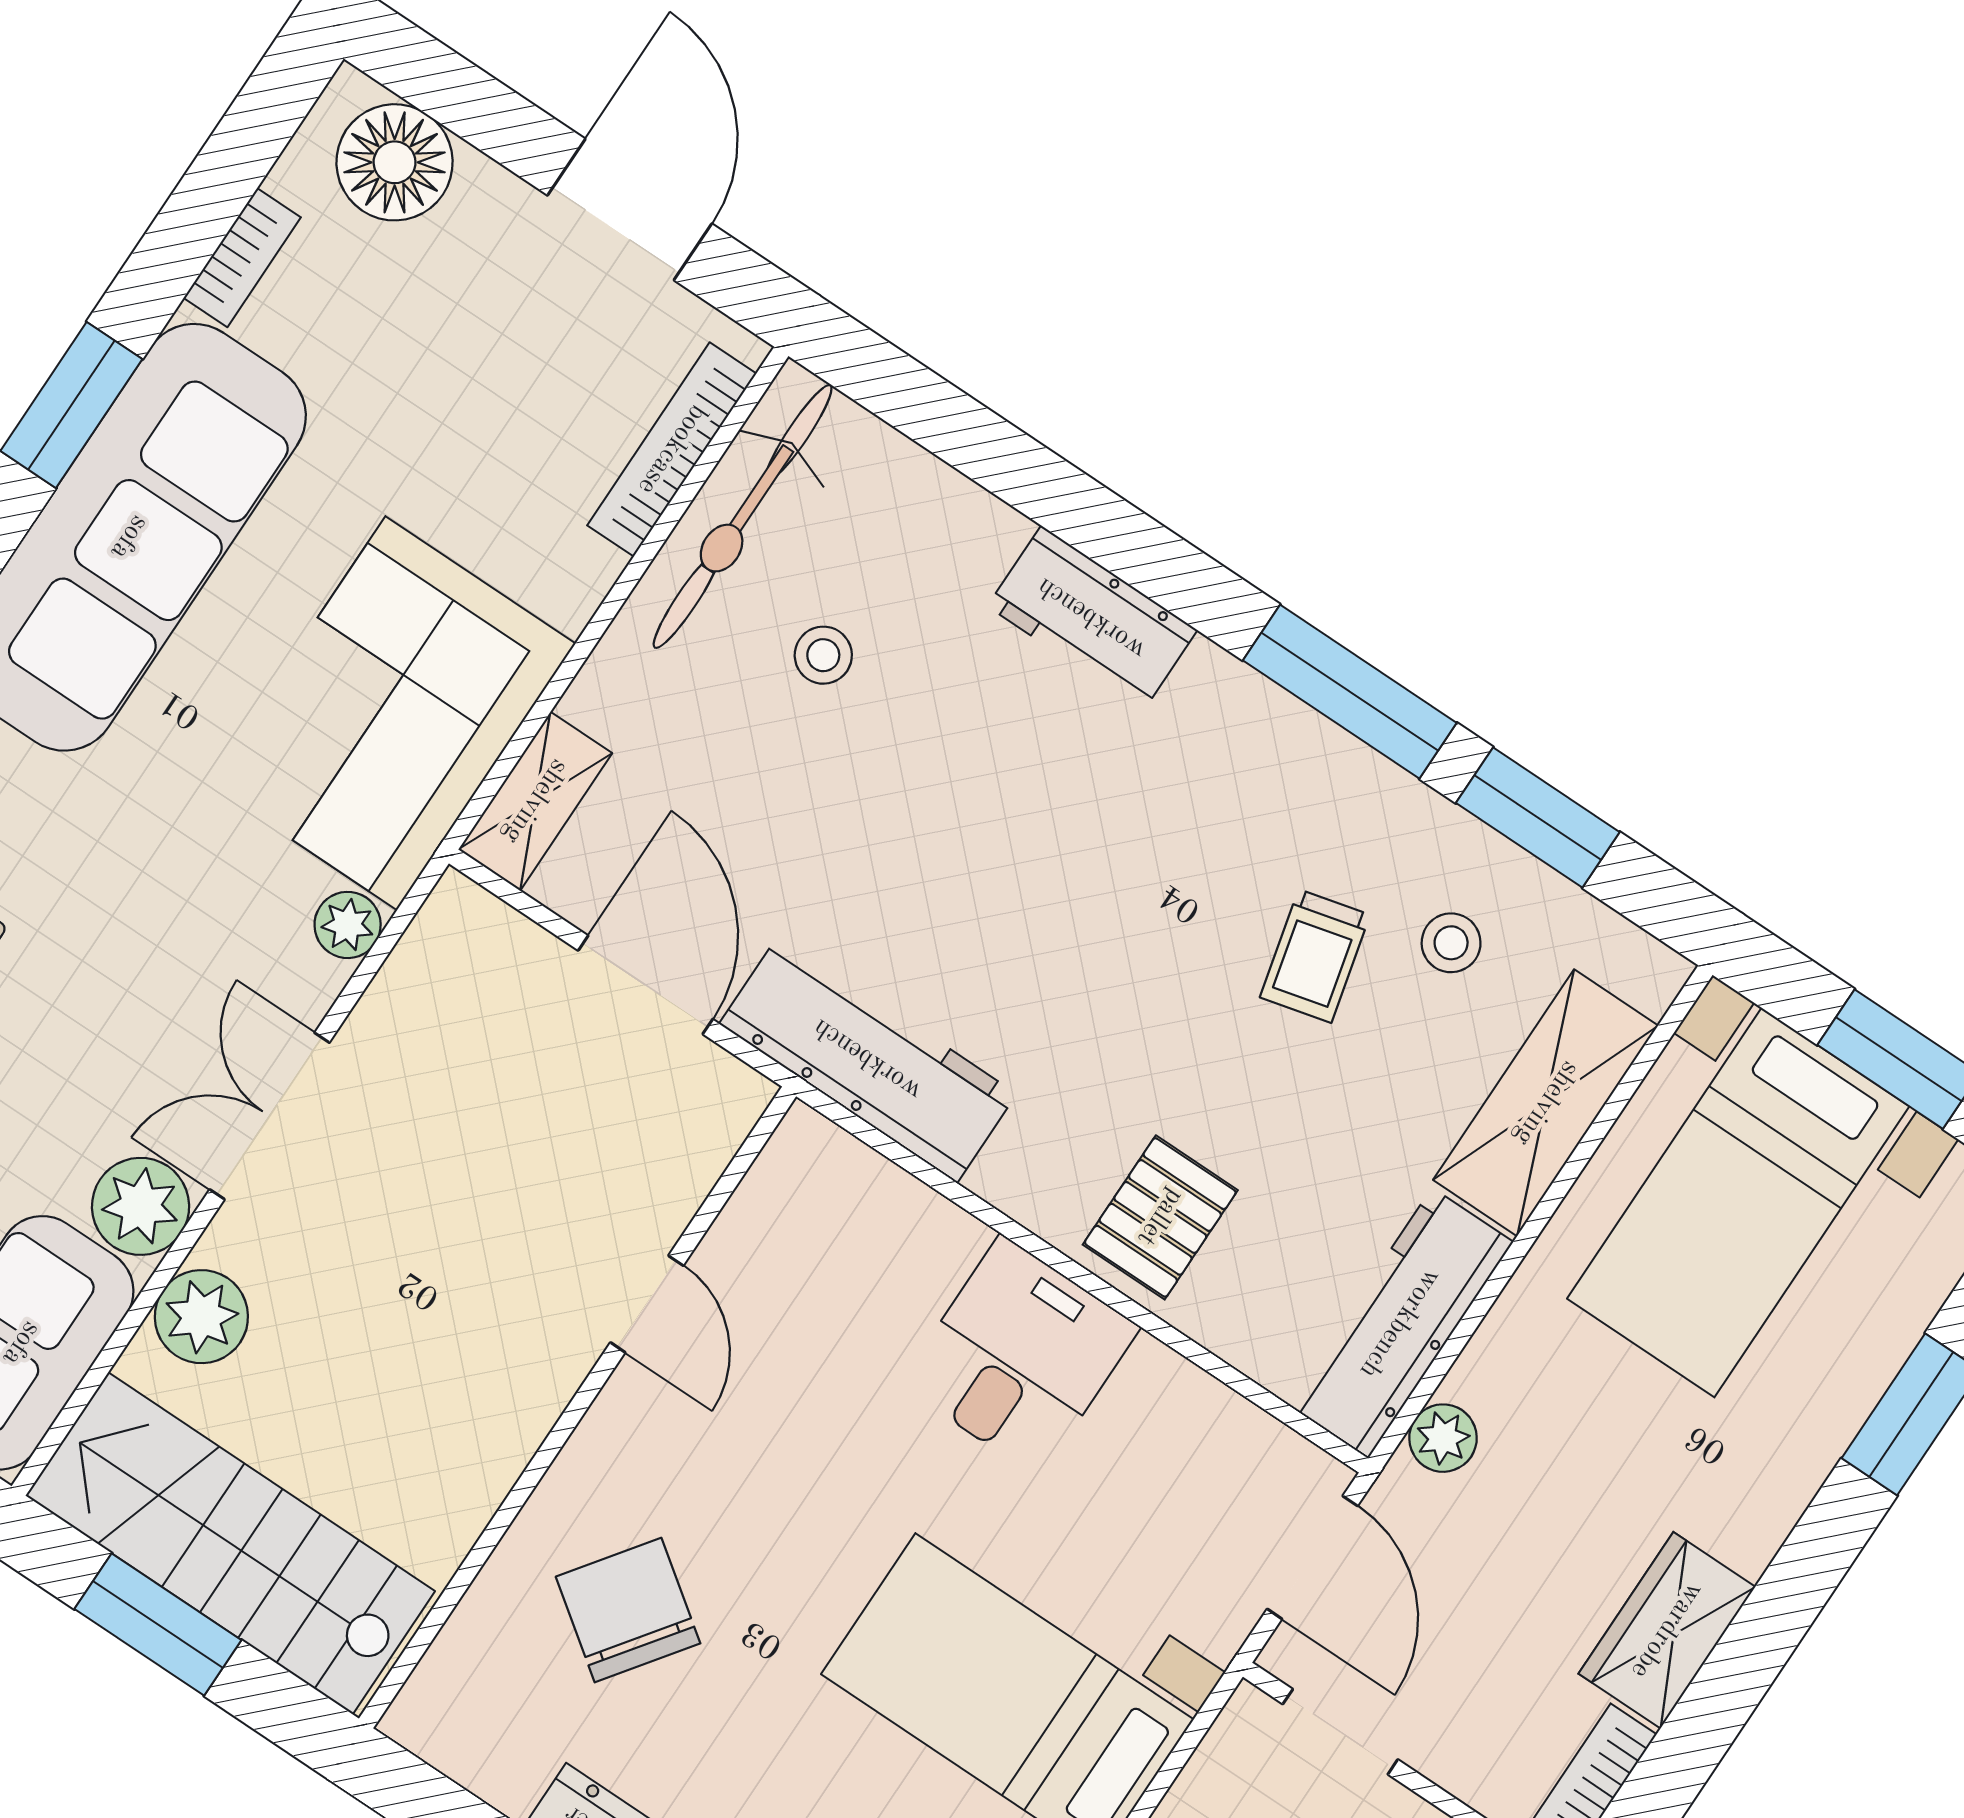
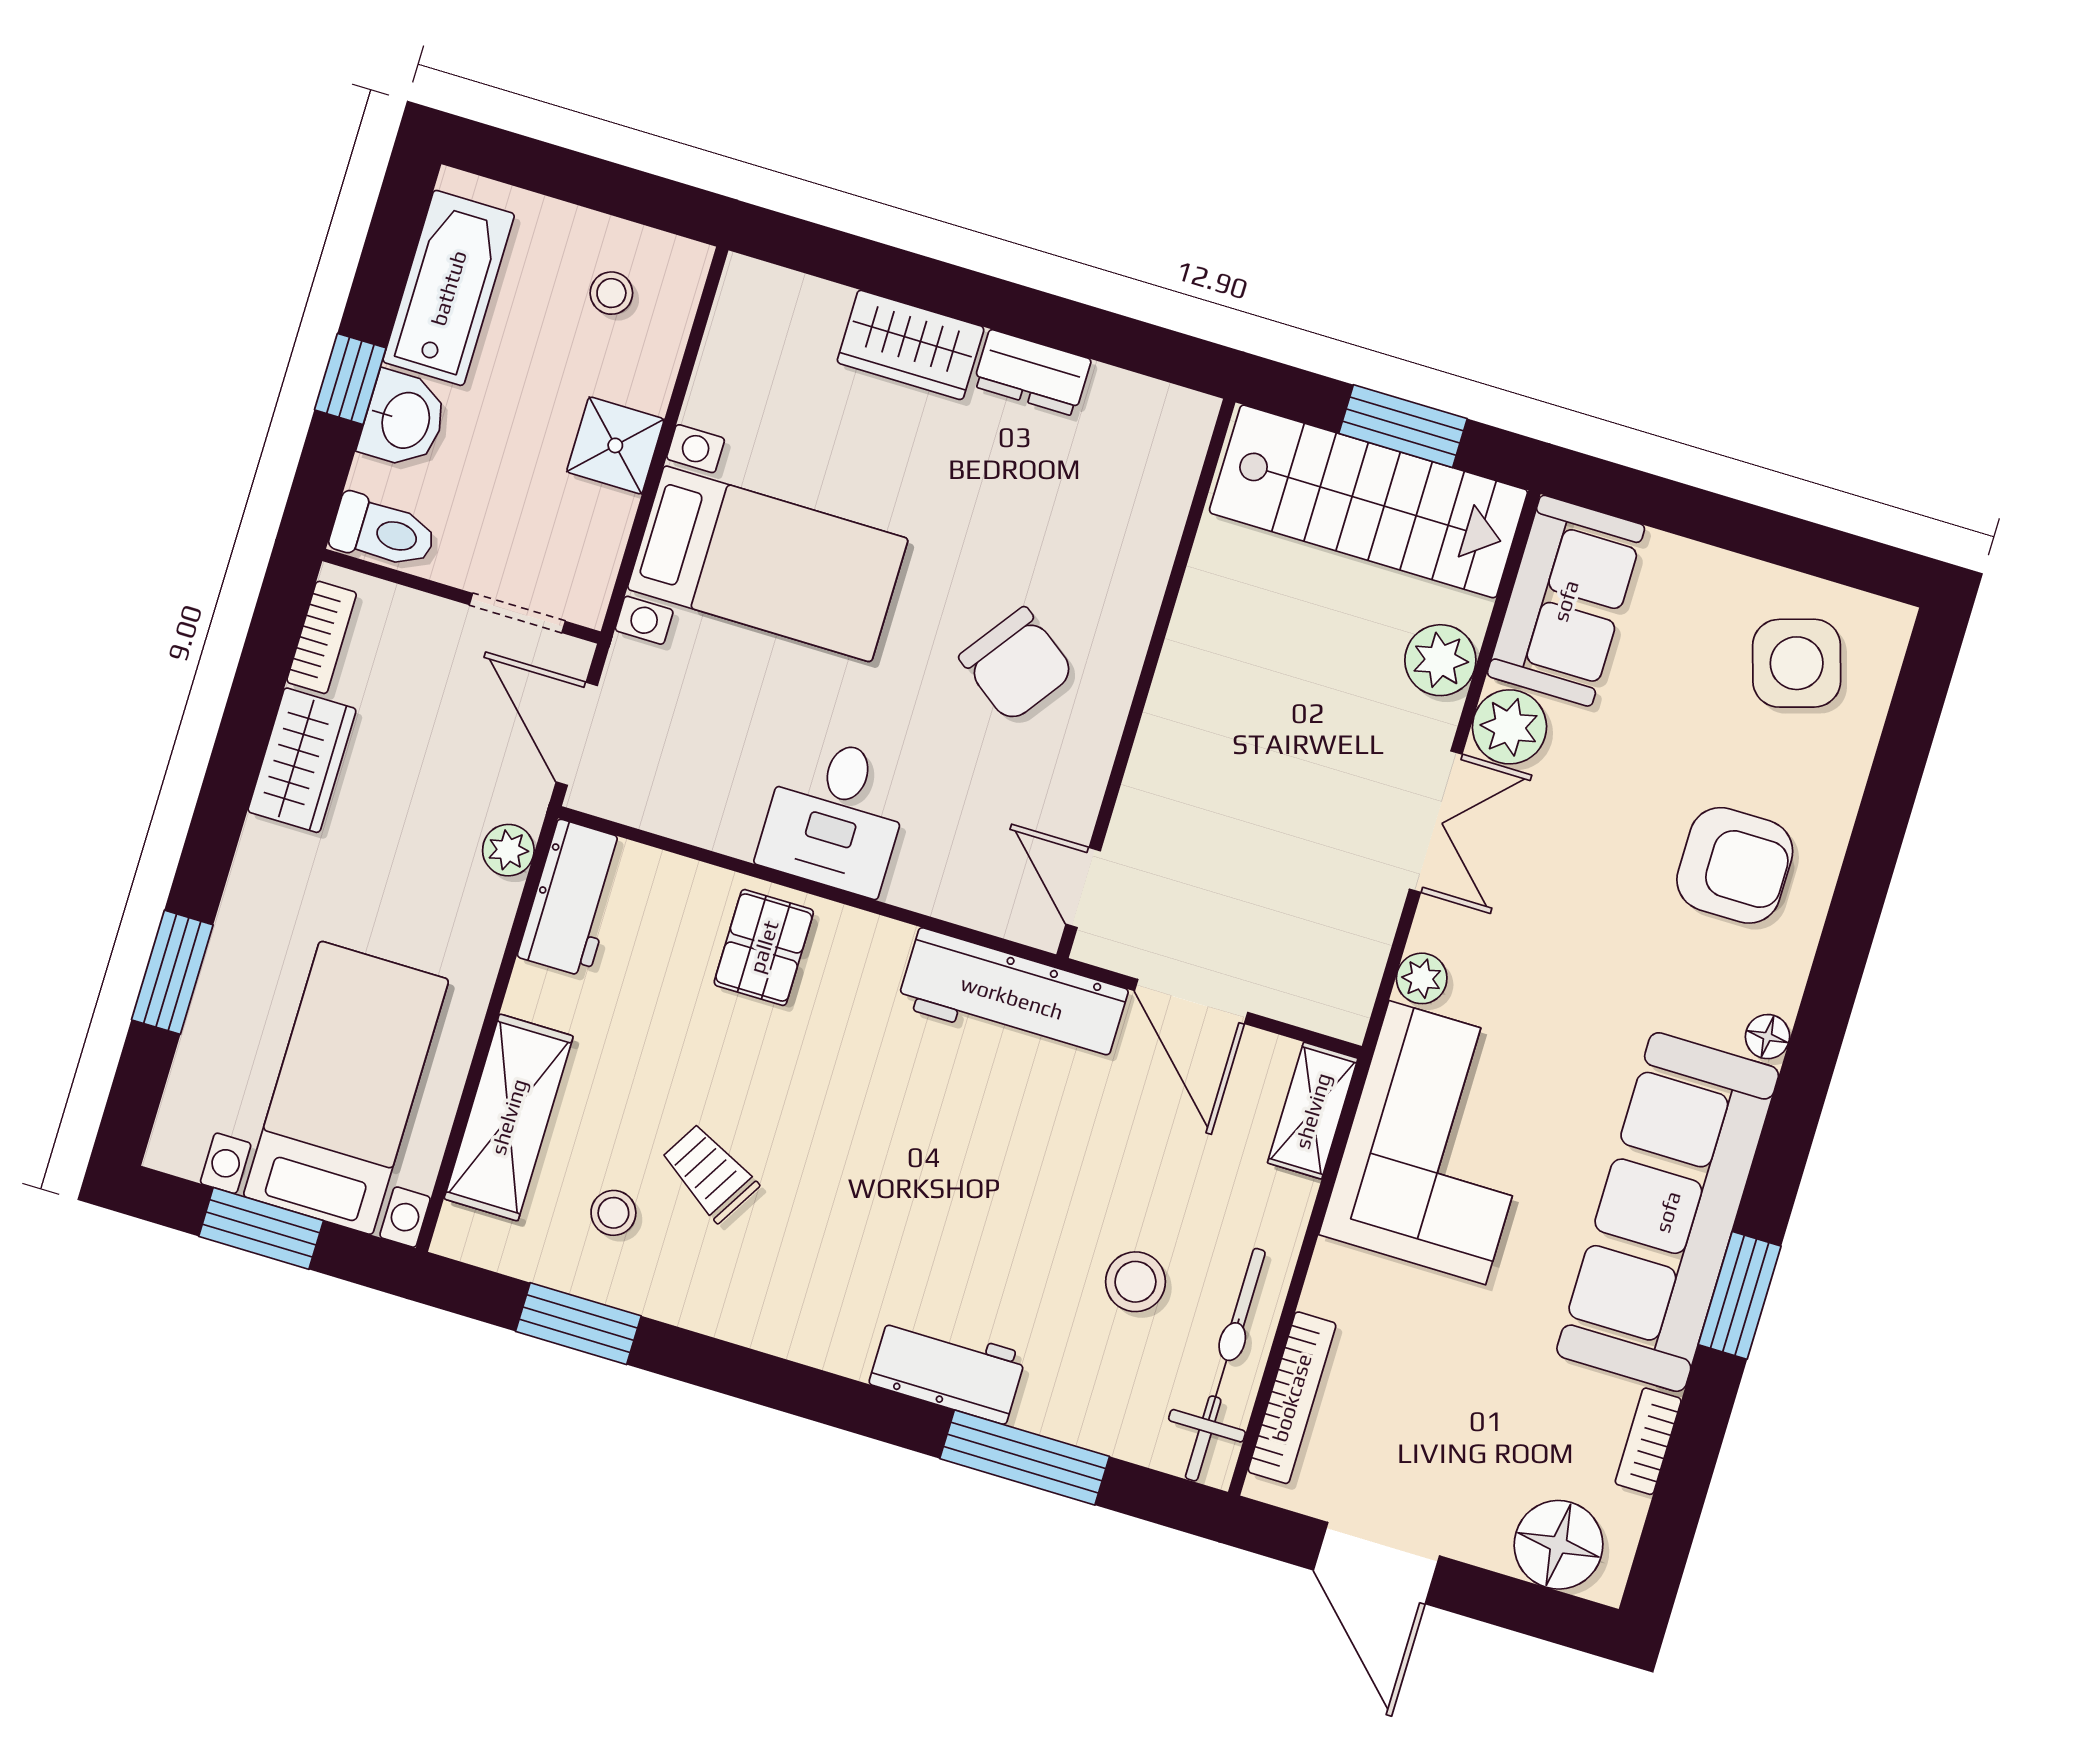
stool: (823, 655) -> (1135, 1282), width x1.37, depth x1.37
window: (1350, 692) -> (1025, 1458), moved
trolley: (1315, 956) -> (710, 1173), turned -45
door: (647, 1304) -> (1083, 887), moved
workbench: (1400, 1323) -> (573, 898), width x0.73
chair: (628, 1610) -> (1017, 665), moved

